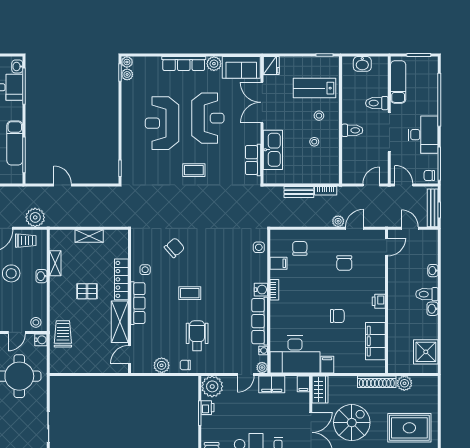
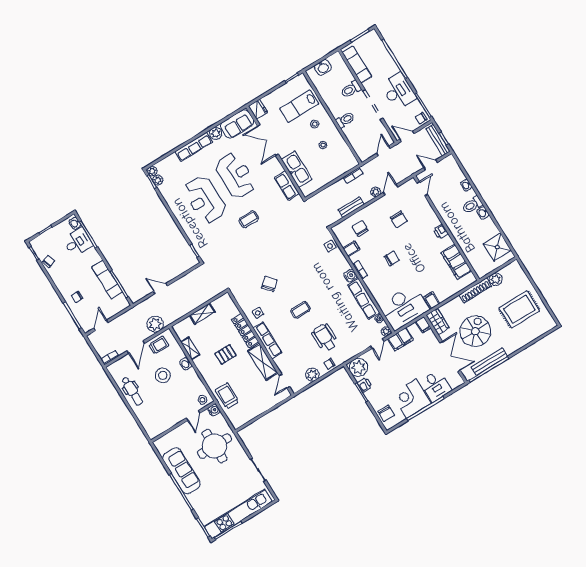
bench: (299, 192) -> (351, 207), moved
chair: (337, 316) -> (392, 258), moved

